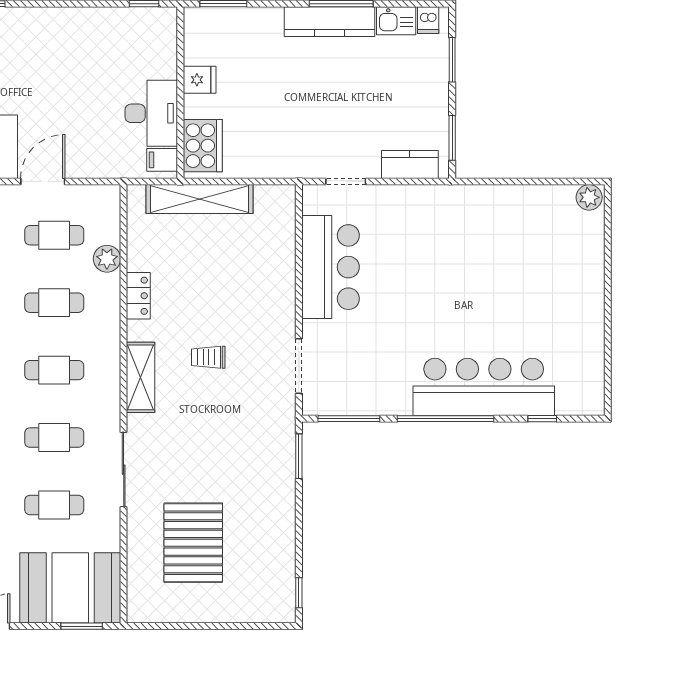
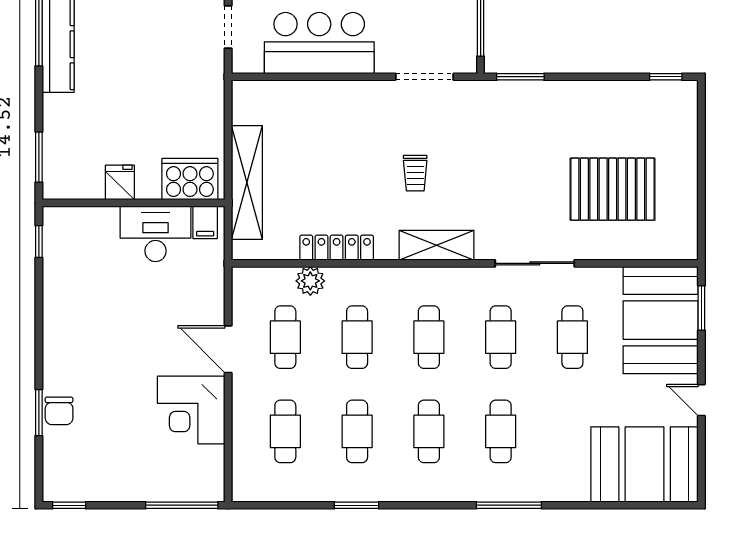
locker: (138, 296) -> (337, 248), width x1.53

